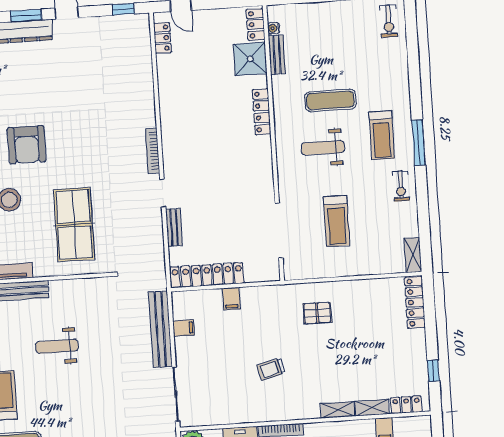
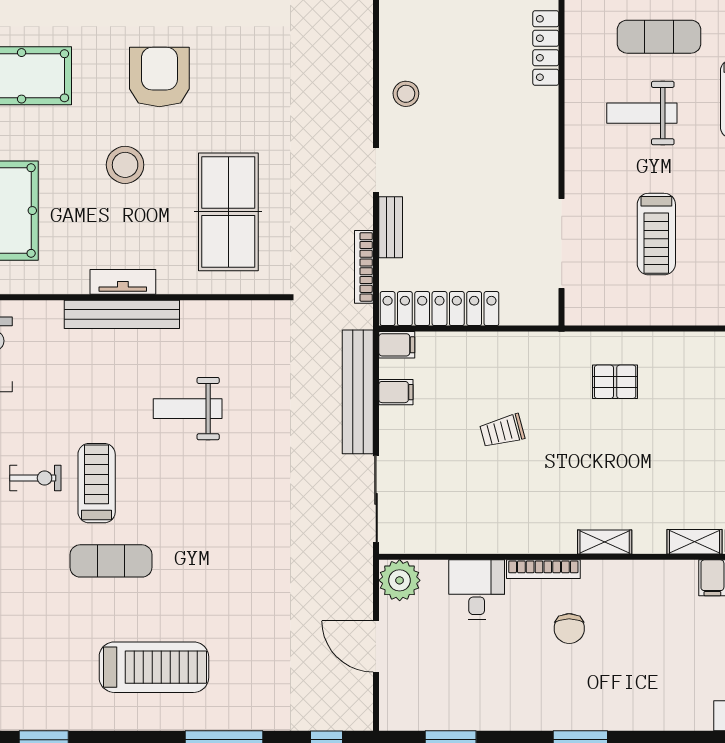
armchair: (27, 145) -> (159, 77), turned 180
stool: (178, 145) -> (406, 94), added
bookcase: (153, 151) -> (364, 267), moved
filing cabinet: (231, 299) -> (397, 345), moved, turned -90
trolley: (271, 369) -> (502, 431), moved
shelving: (337, 410) -> (605, 542), moved

